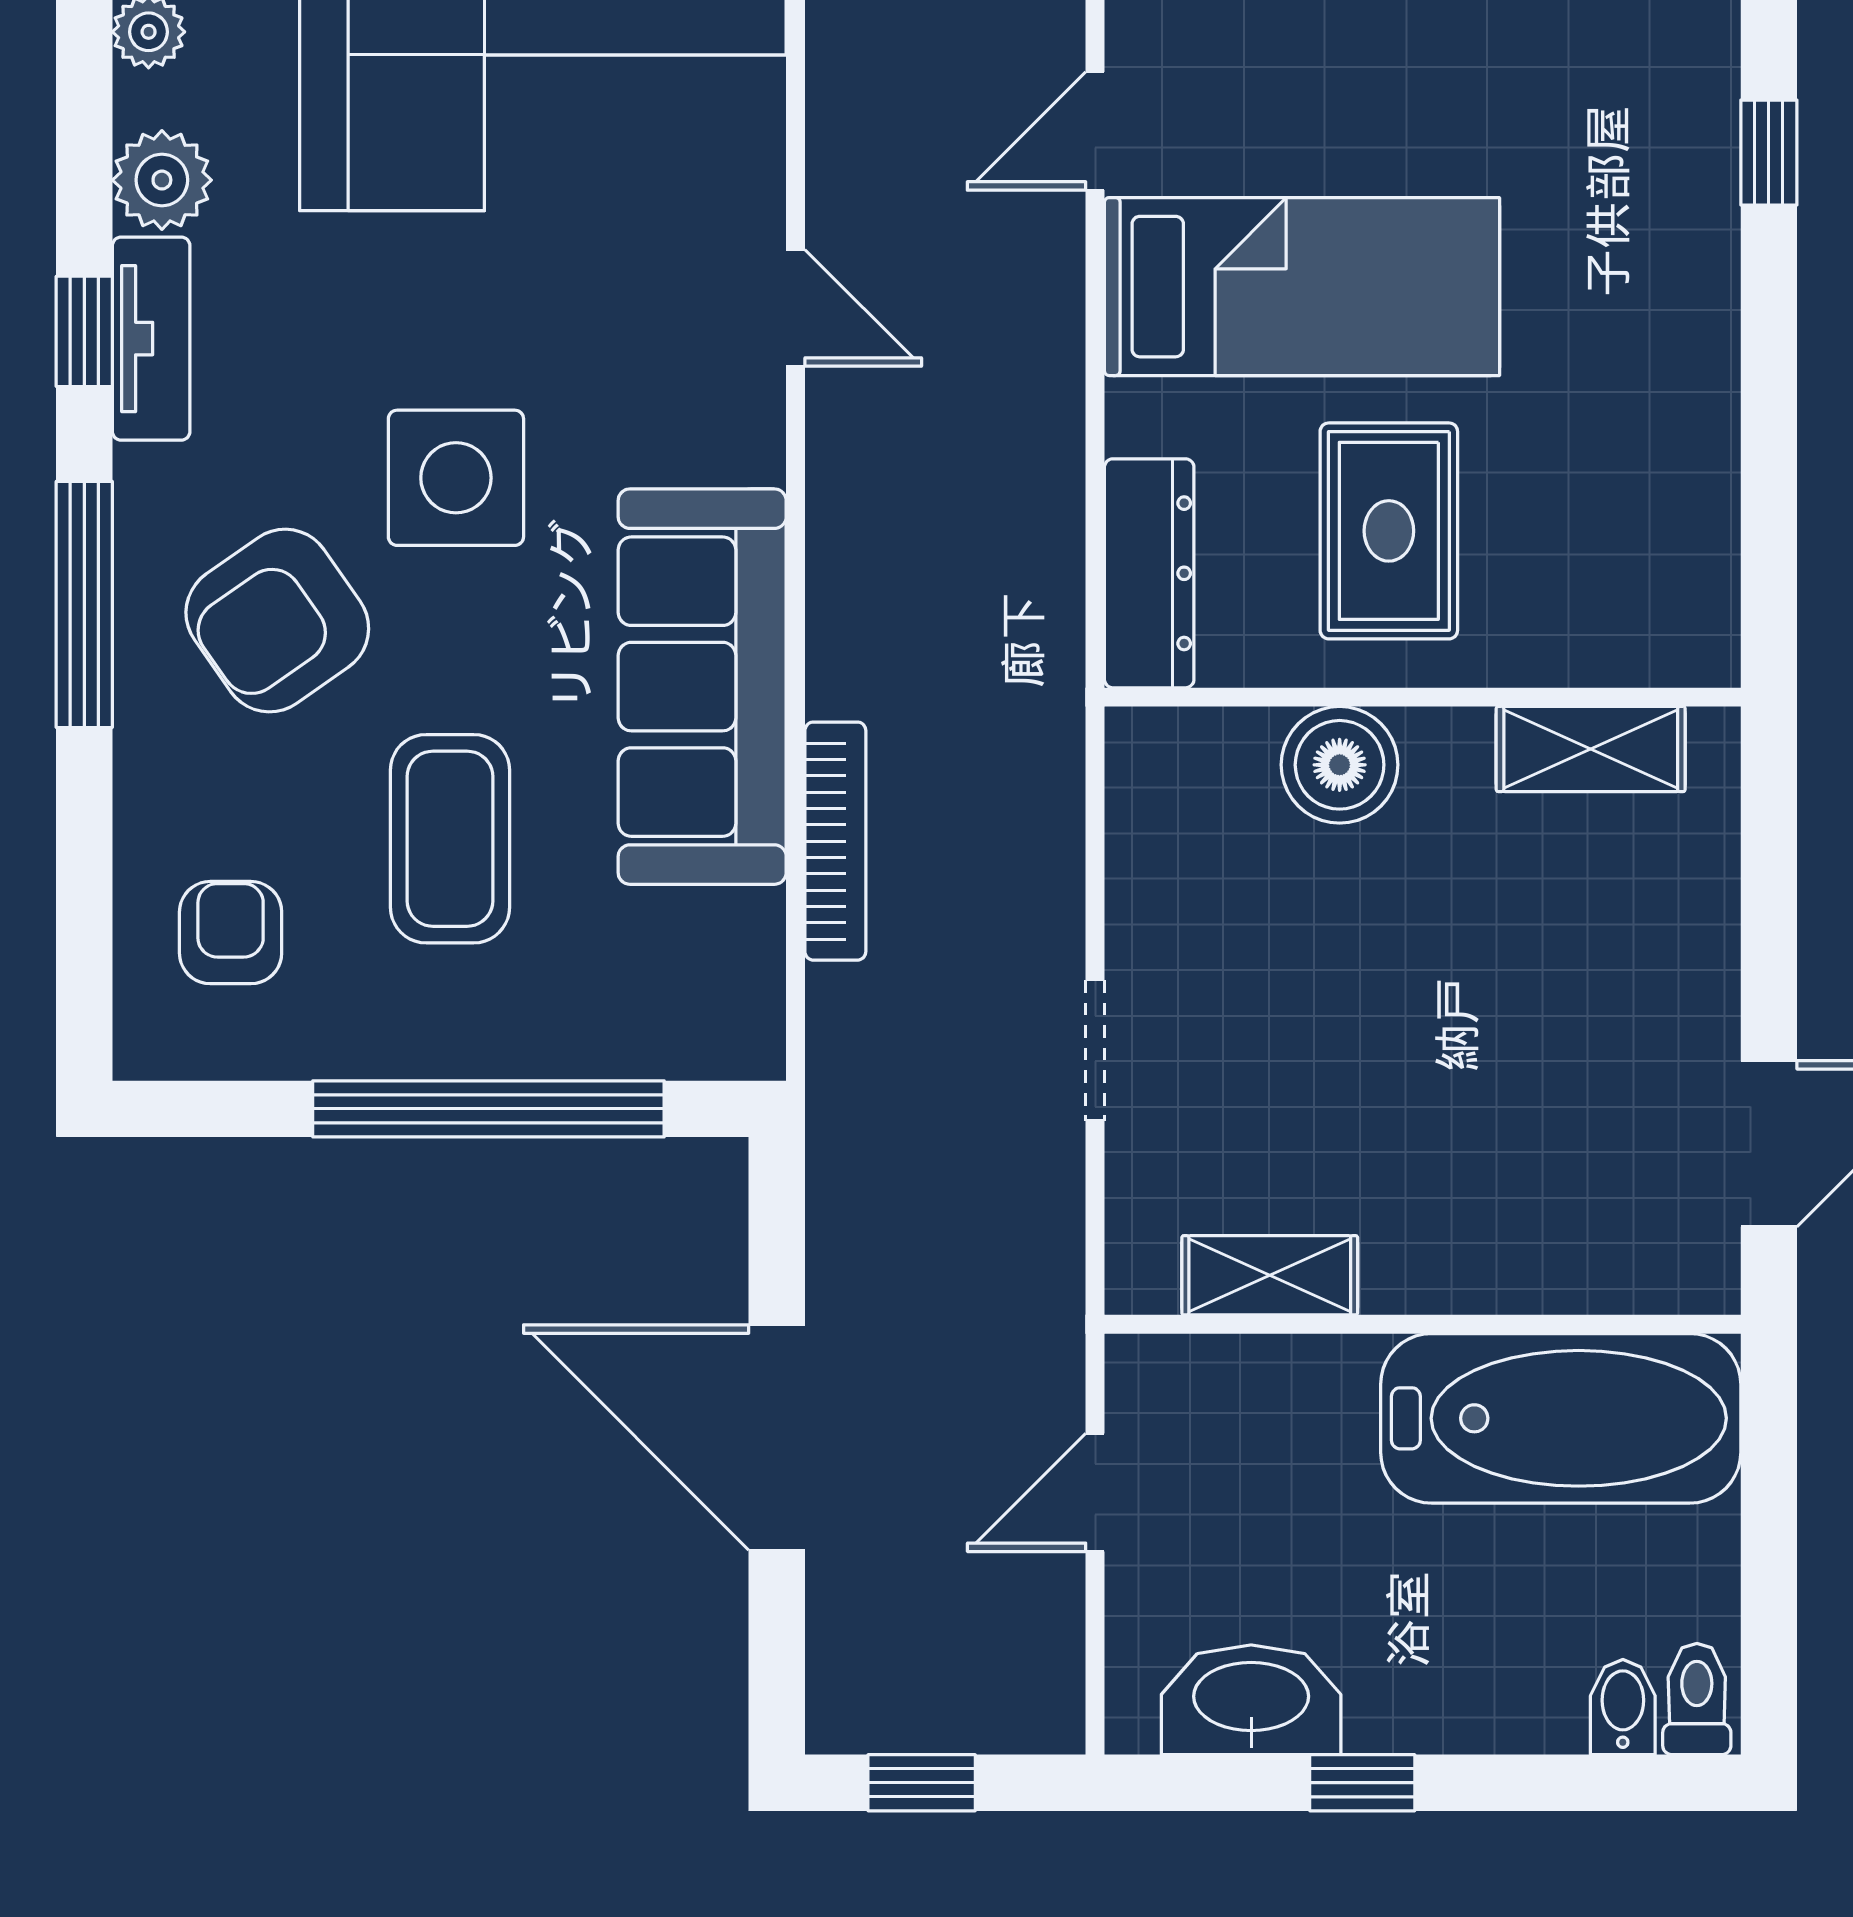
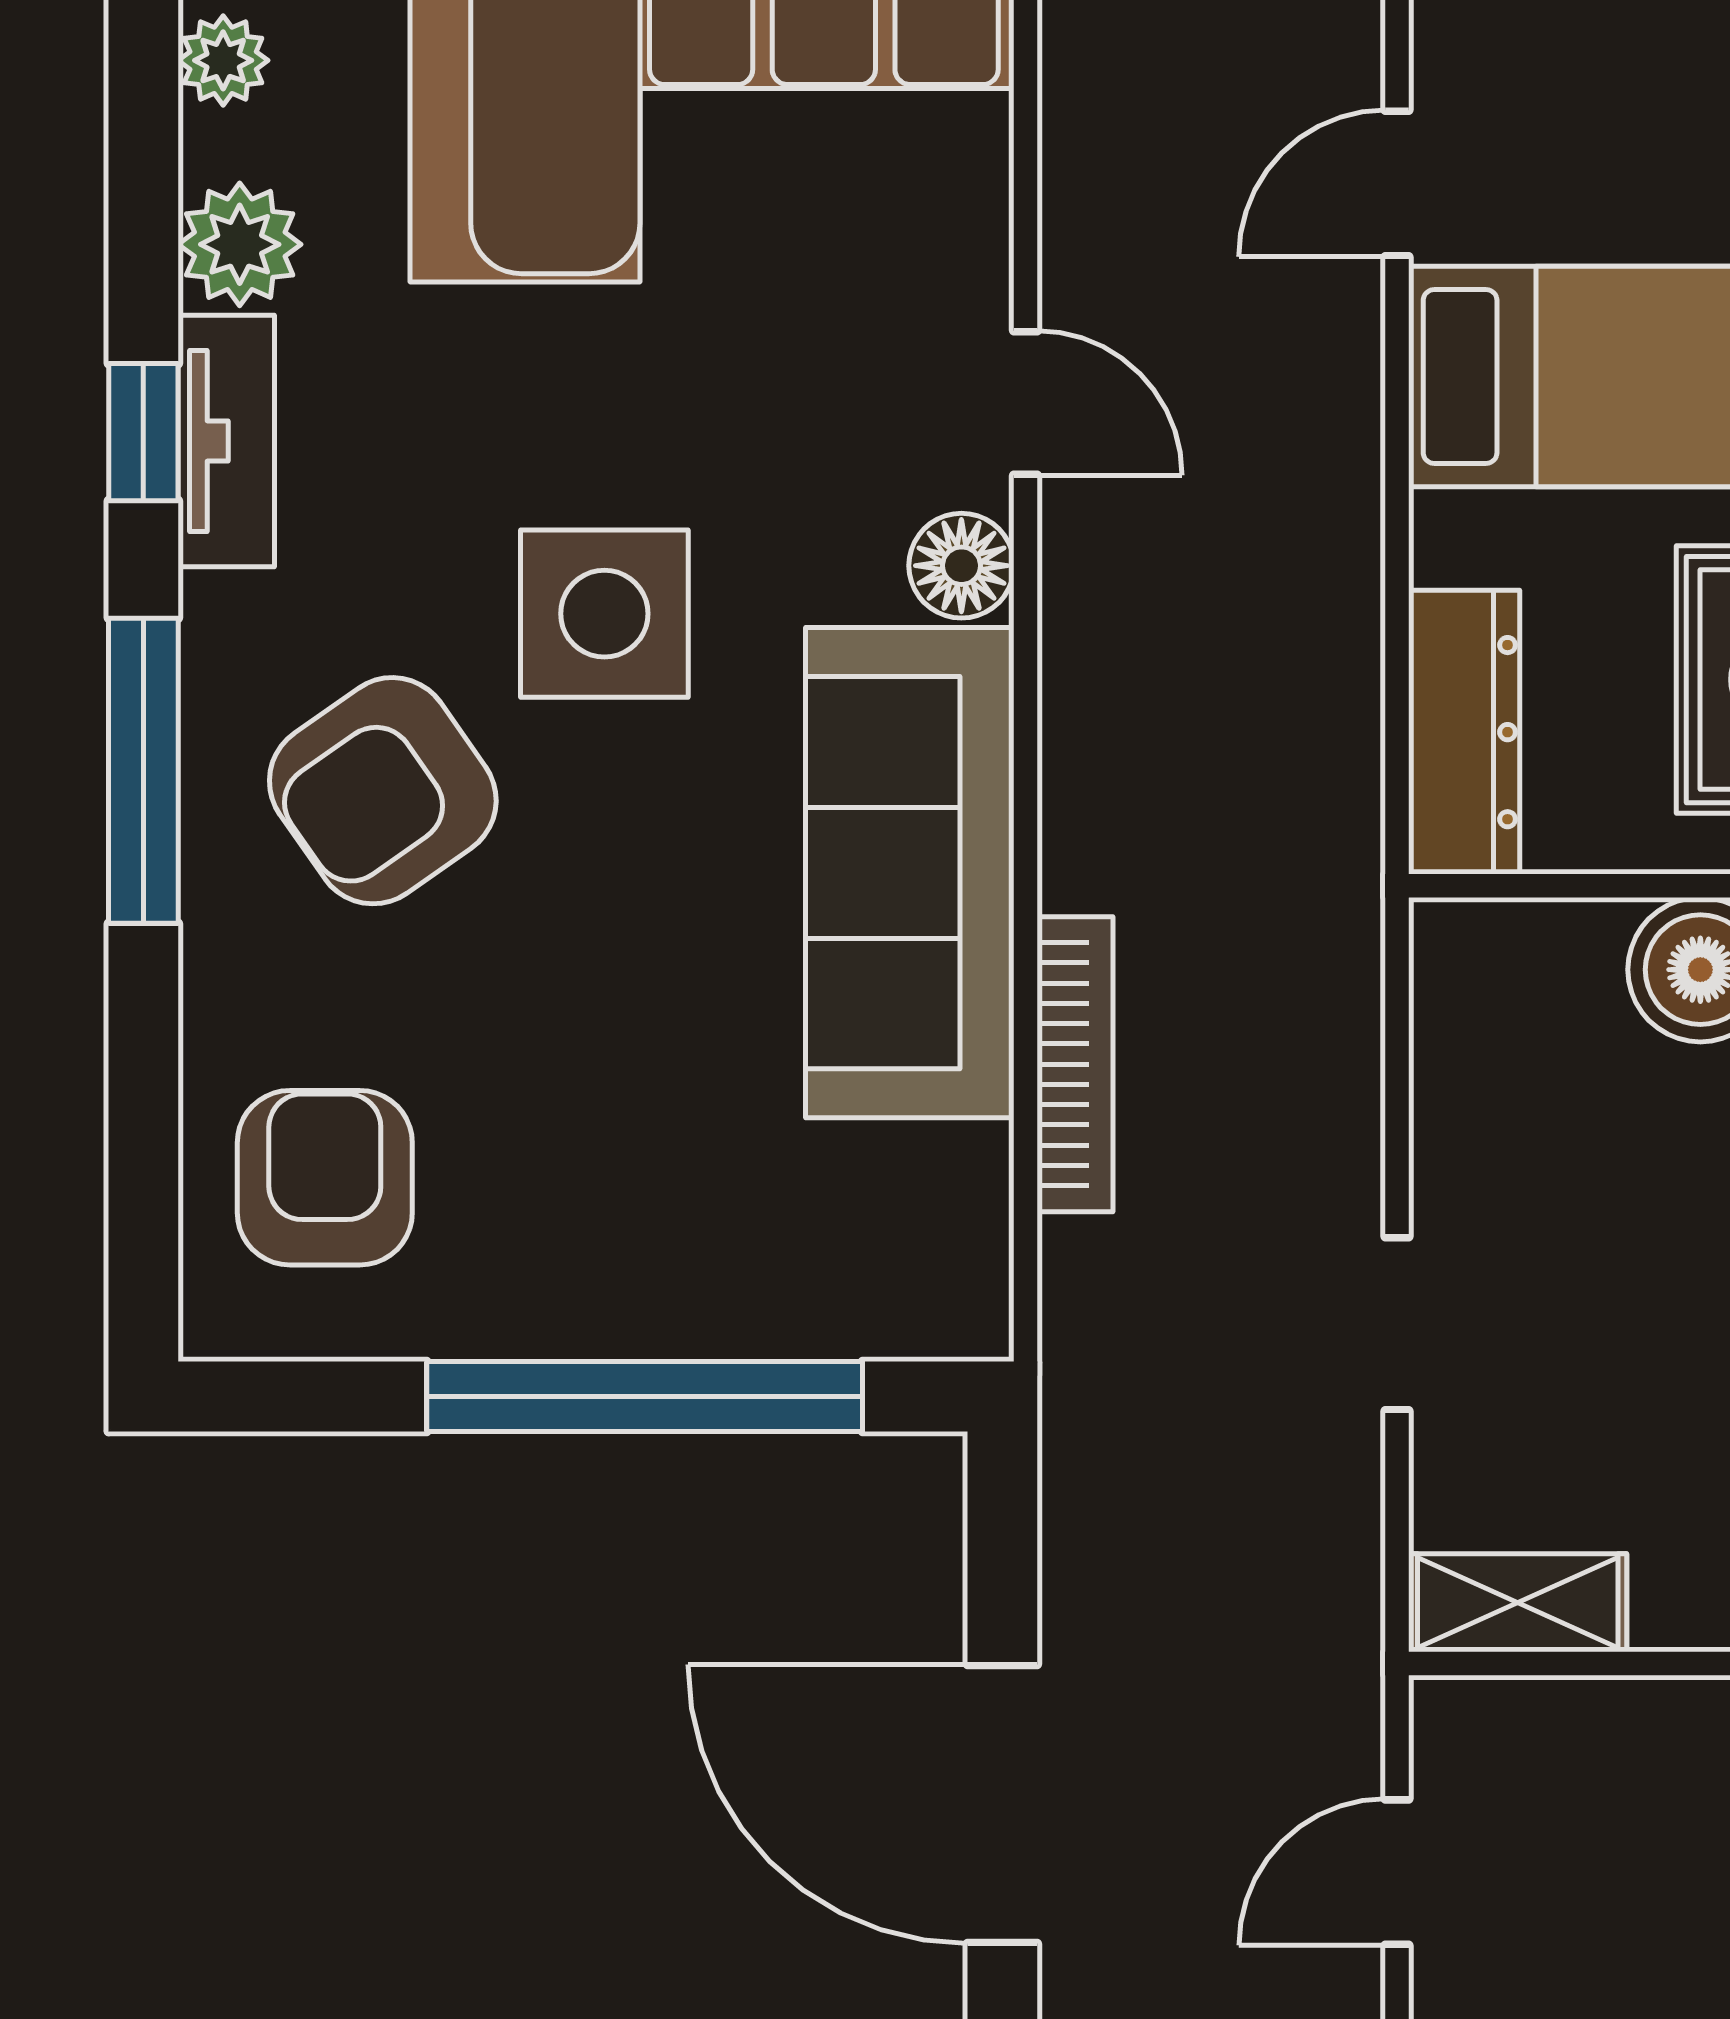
floor lamp: (744, 439) -> (961, 566), added
coffee table: (450, 839) -> (597, 1061), removed
armchair: (231, 933) -> (325, 1178), width x1.38, depth x1.38
shelving: (1270, 1275) -> (1518, 1603), moved

